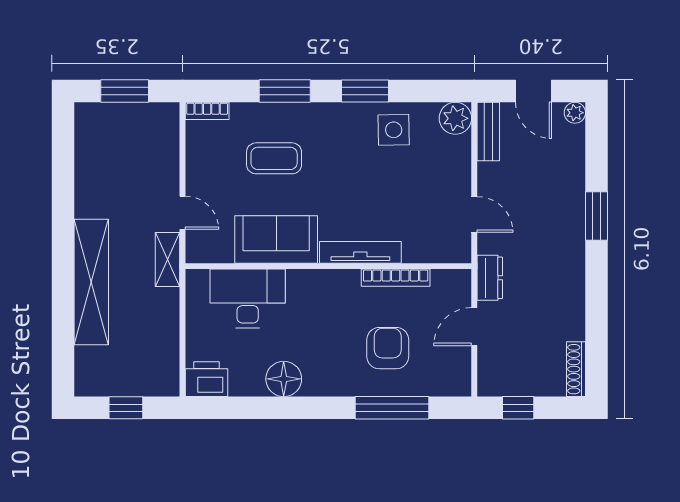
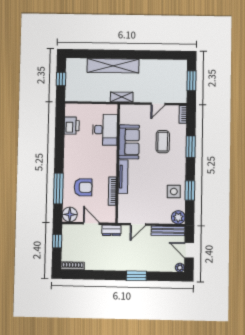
window: (365, 91) -> (190, 191), moved
door: (533, 91) -> (189, 250), hinge flipped
bench: (488, 132) -> (168, 231), width x1.36
door: (182, 213) -> (158, 104), moved
printer: (206, 379) -> (72, 126), moved
floor lamp: (284, 379) -> (70, 214), moved

